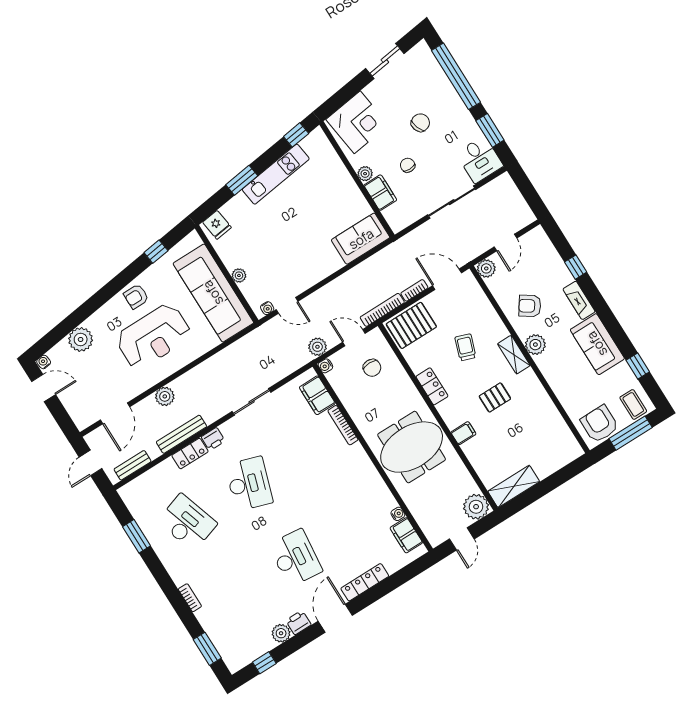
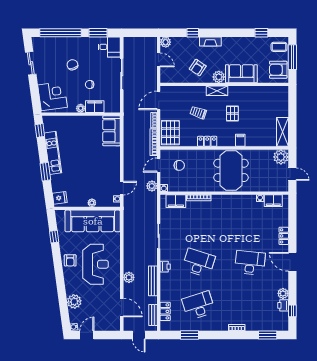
plant: (486, 268) -> (166, 42), moved
sofa: (597, 344) -> (241, 74), moved, turned 180
locker: (190, 454) -> (165, 311), moved
locker: (365, 582) -> (284, 236), width x0.66
printer: (298, 623) -> (283, 305), moved

